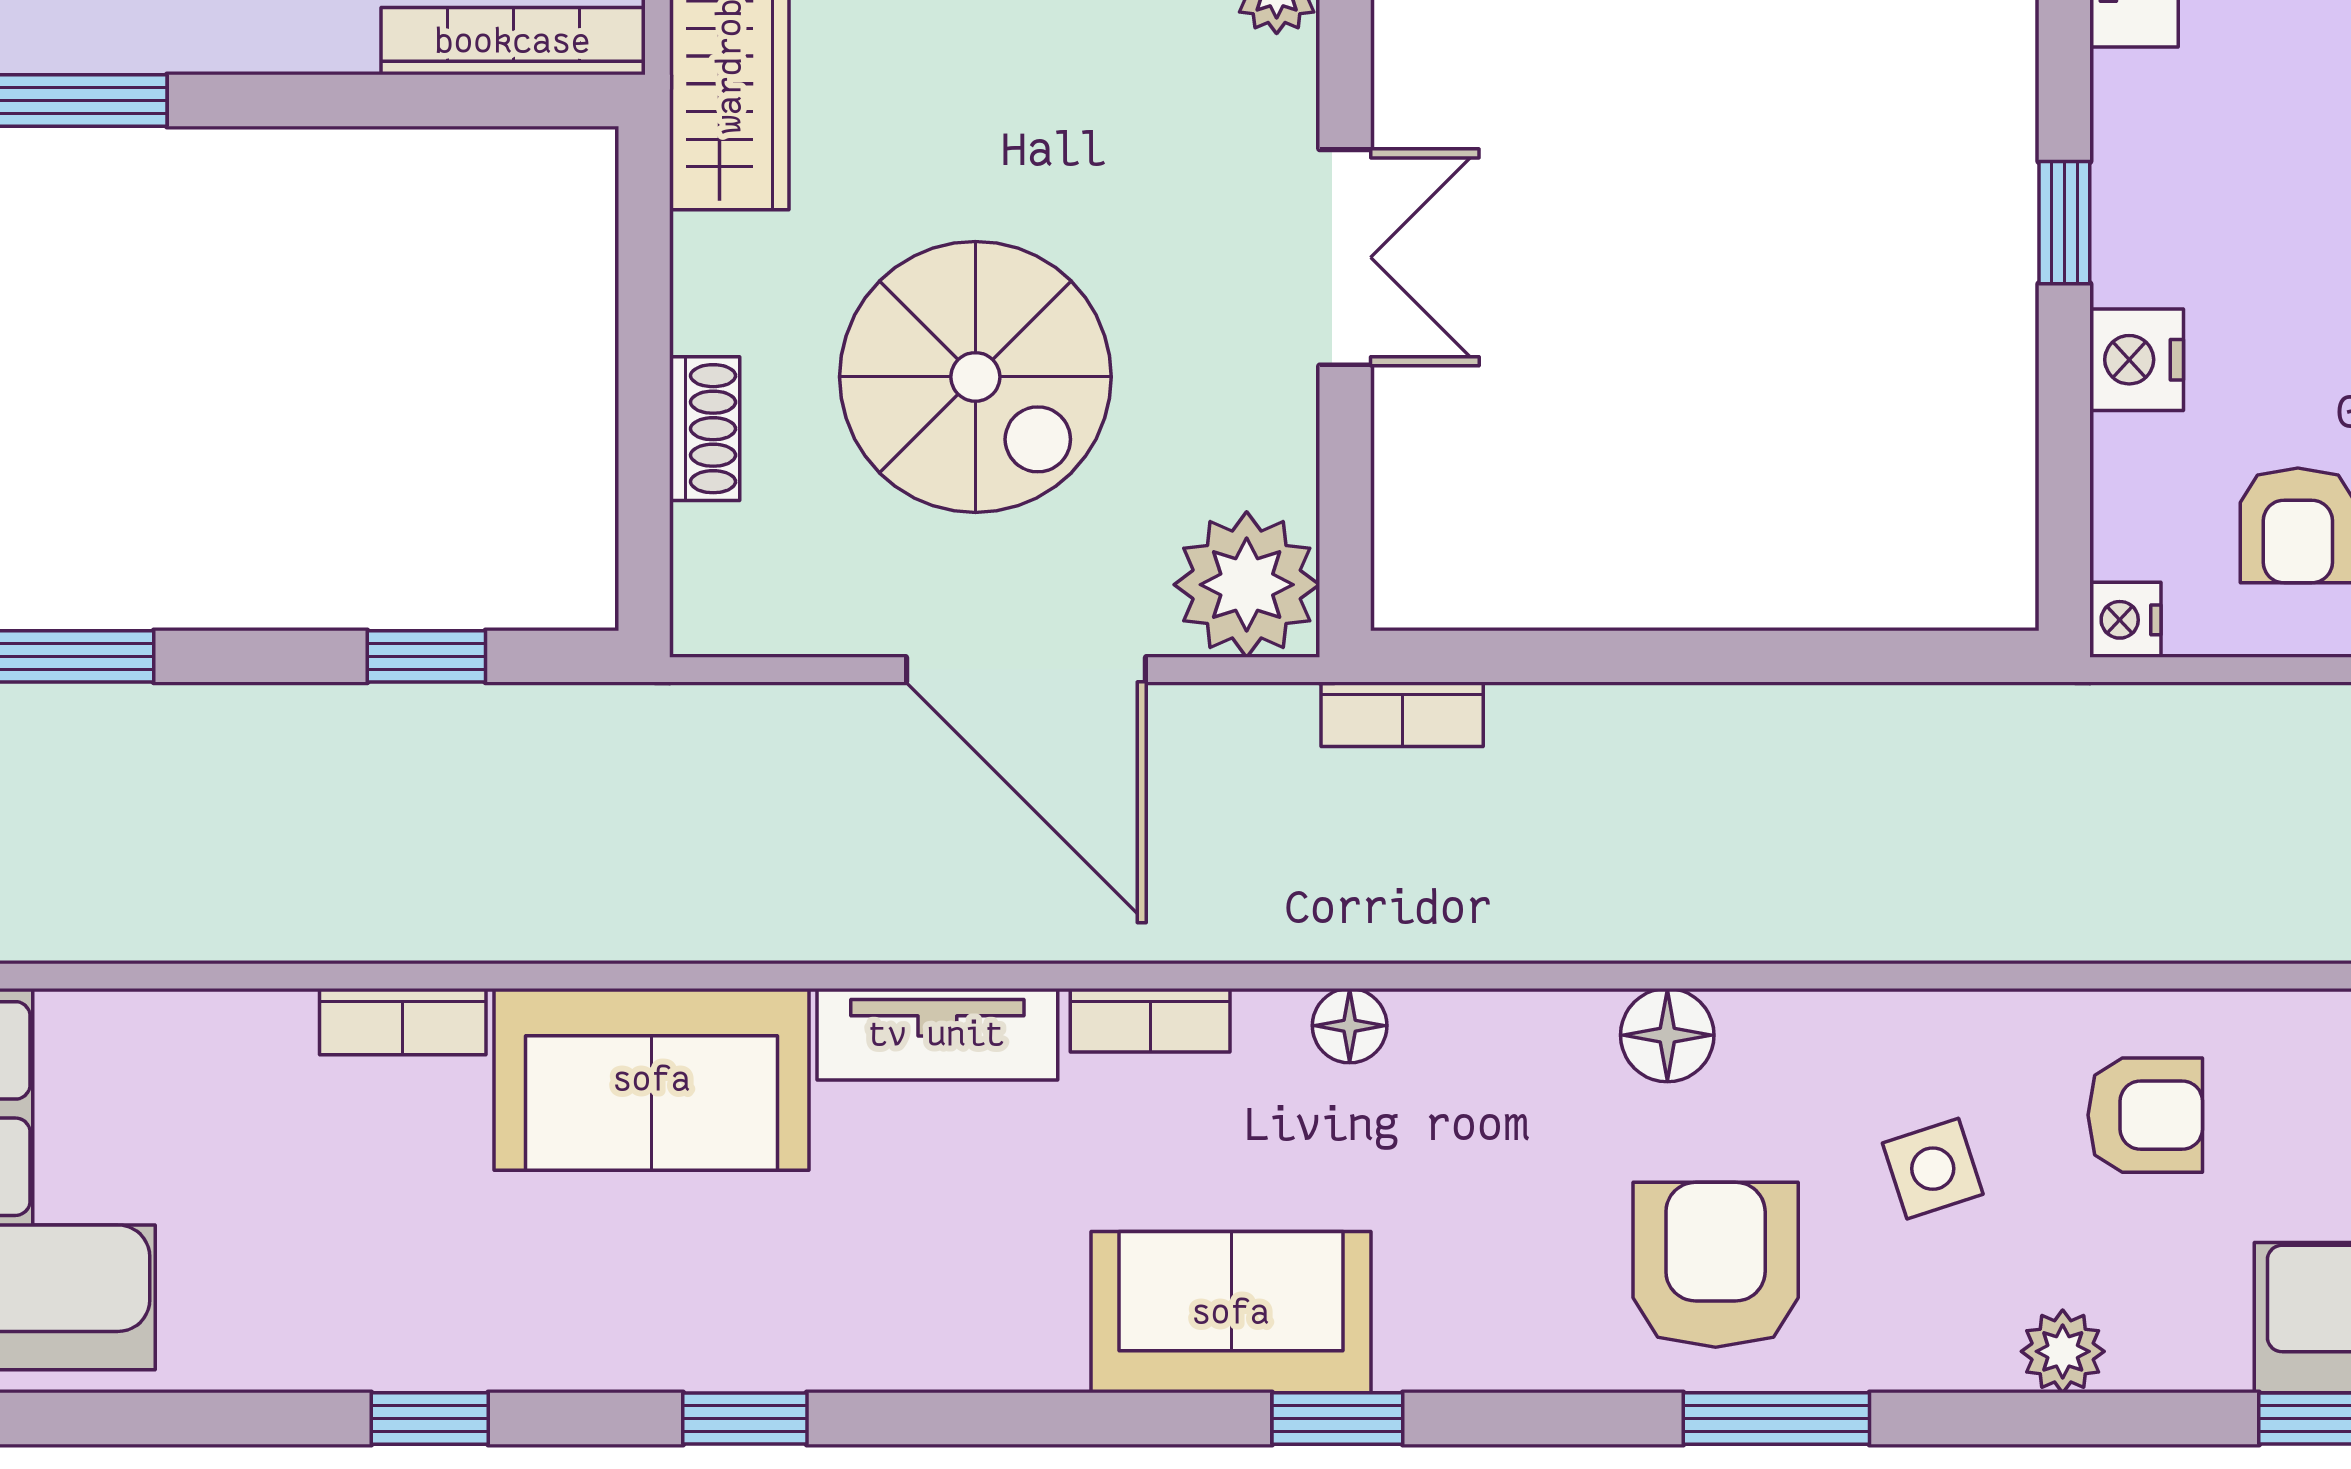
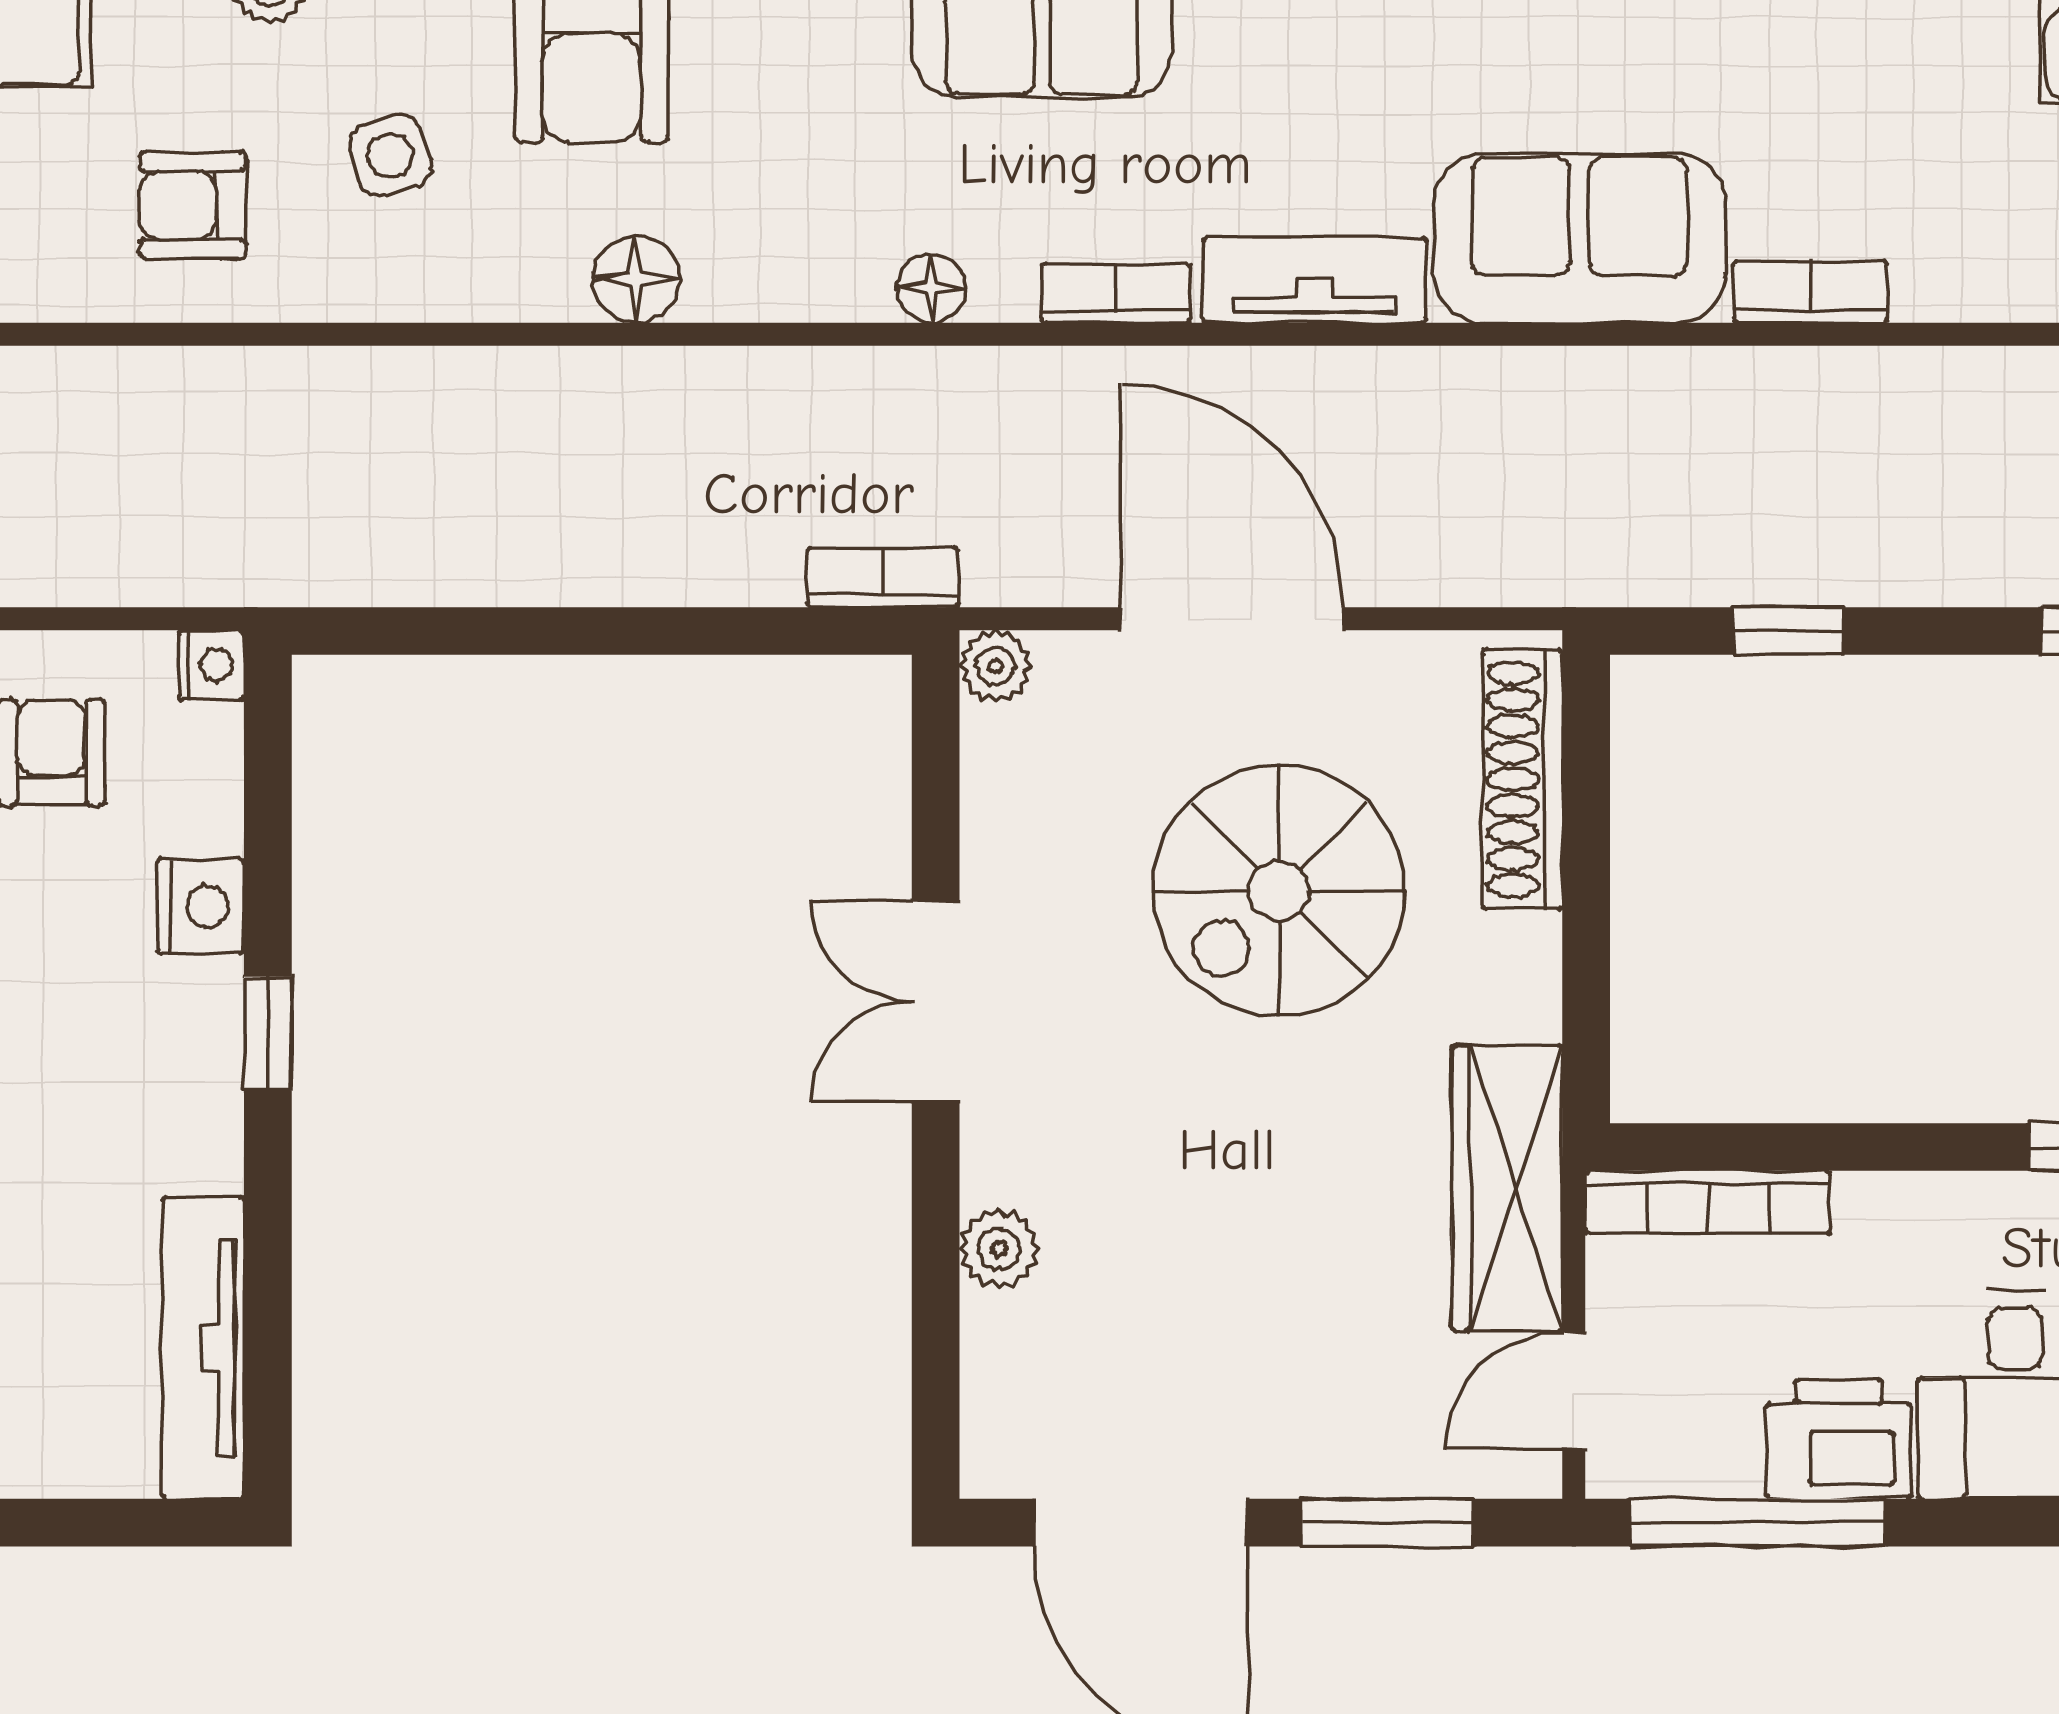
spiral stairs: (975, 377) -> (1279, 890), turned -90
shoe rack: (705, 429) -> (1522, 779), width x1.94, depth x1.24
plant: (1247, 585) -> (995, 666), width x0.53, depth x0.53

